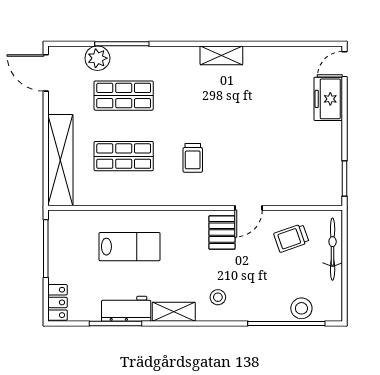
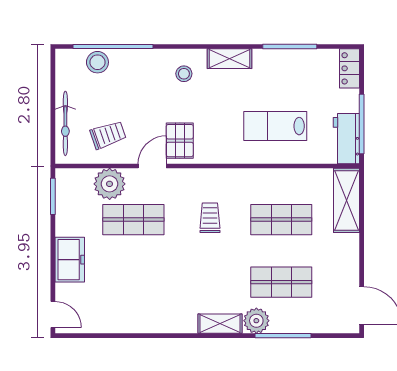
shelving: (221, 55) -> (220, 324), moved
plant: (97, 58) -> (256, 321), moved
door: (345, 64) -> (53, 315), hinge flipped
freezer: (328, 99) -> (70, 260), moved
shop shelf: (267, 156) -> (133, 220), added
shelving: (60, 160) -> (347, 200), width x0.68
plant: (290, 191) -> (110, 184), added
workbench: (126, 309) -> (346, 139), moved, turned 90

